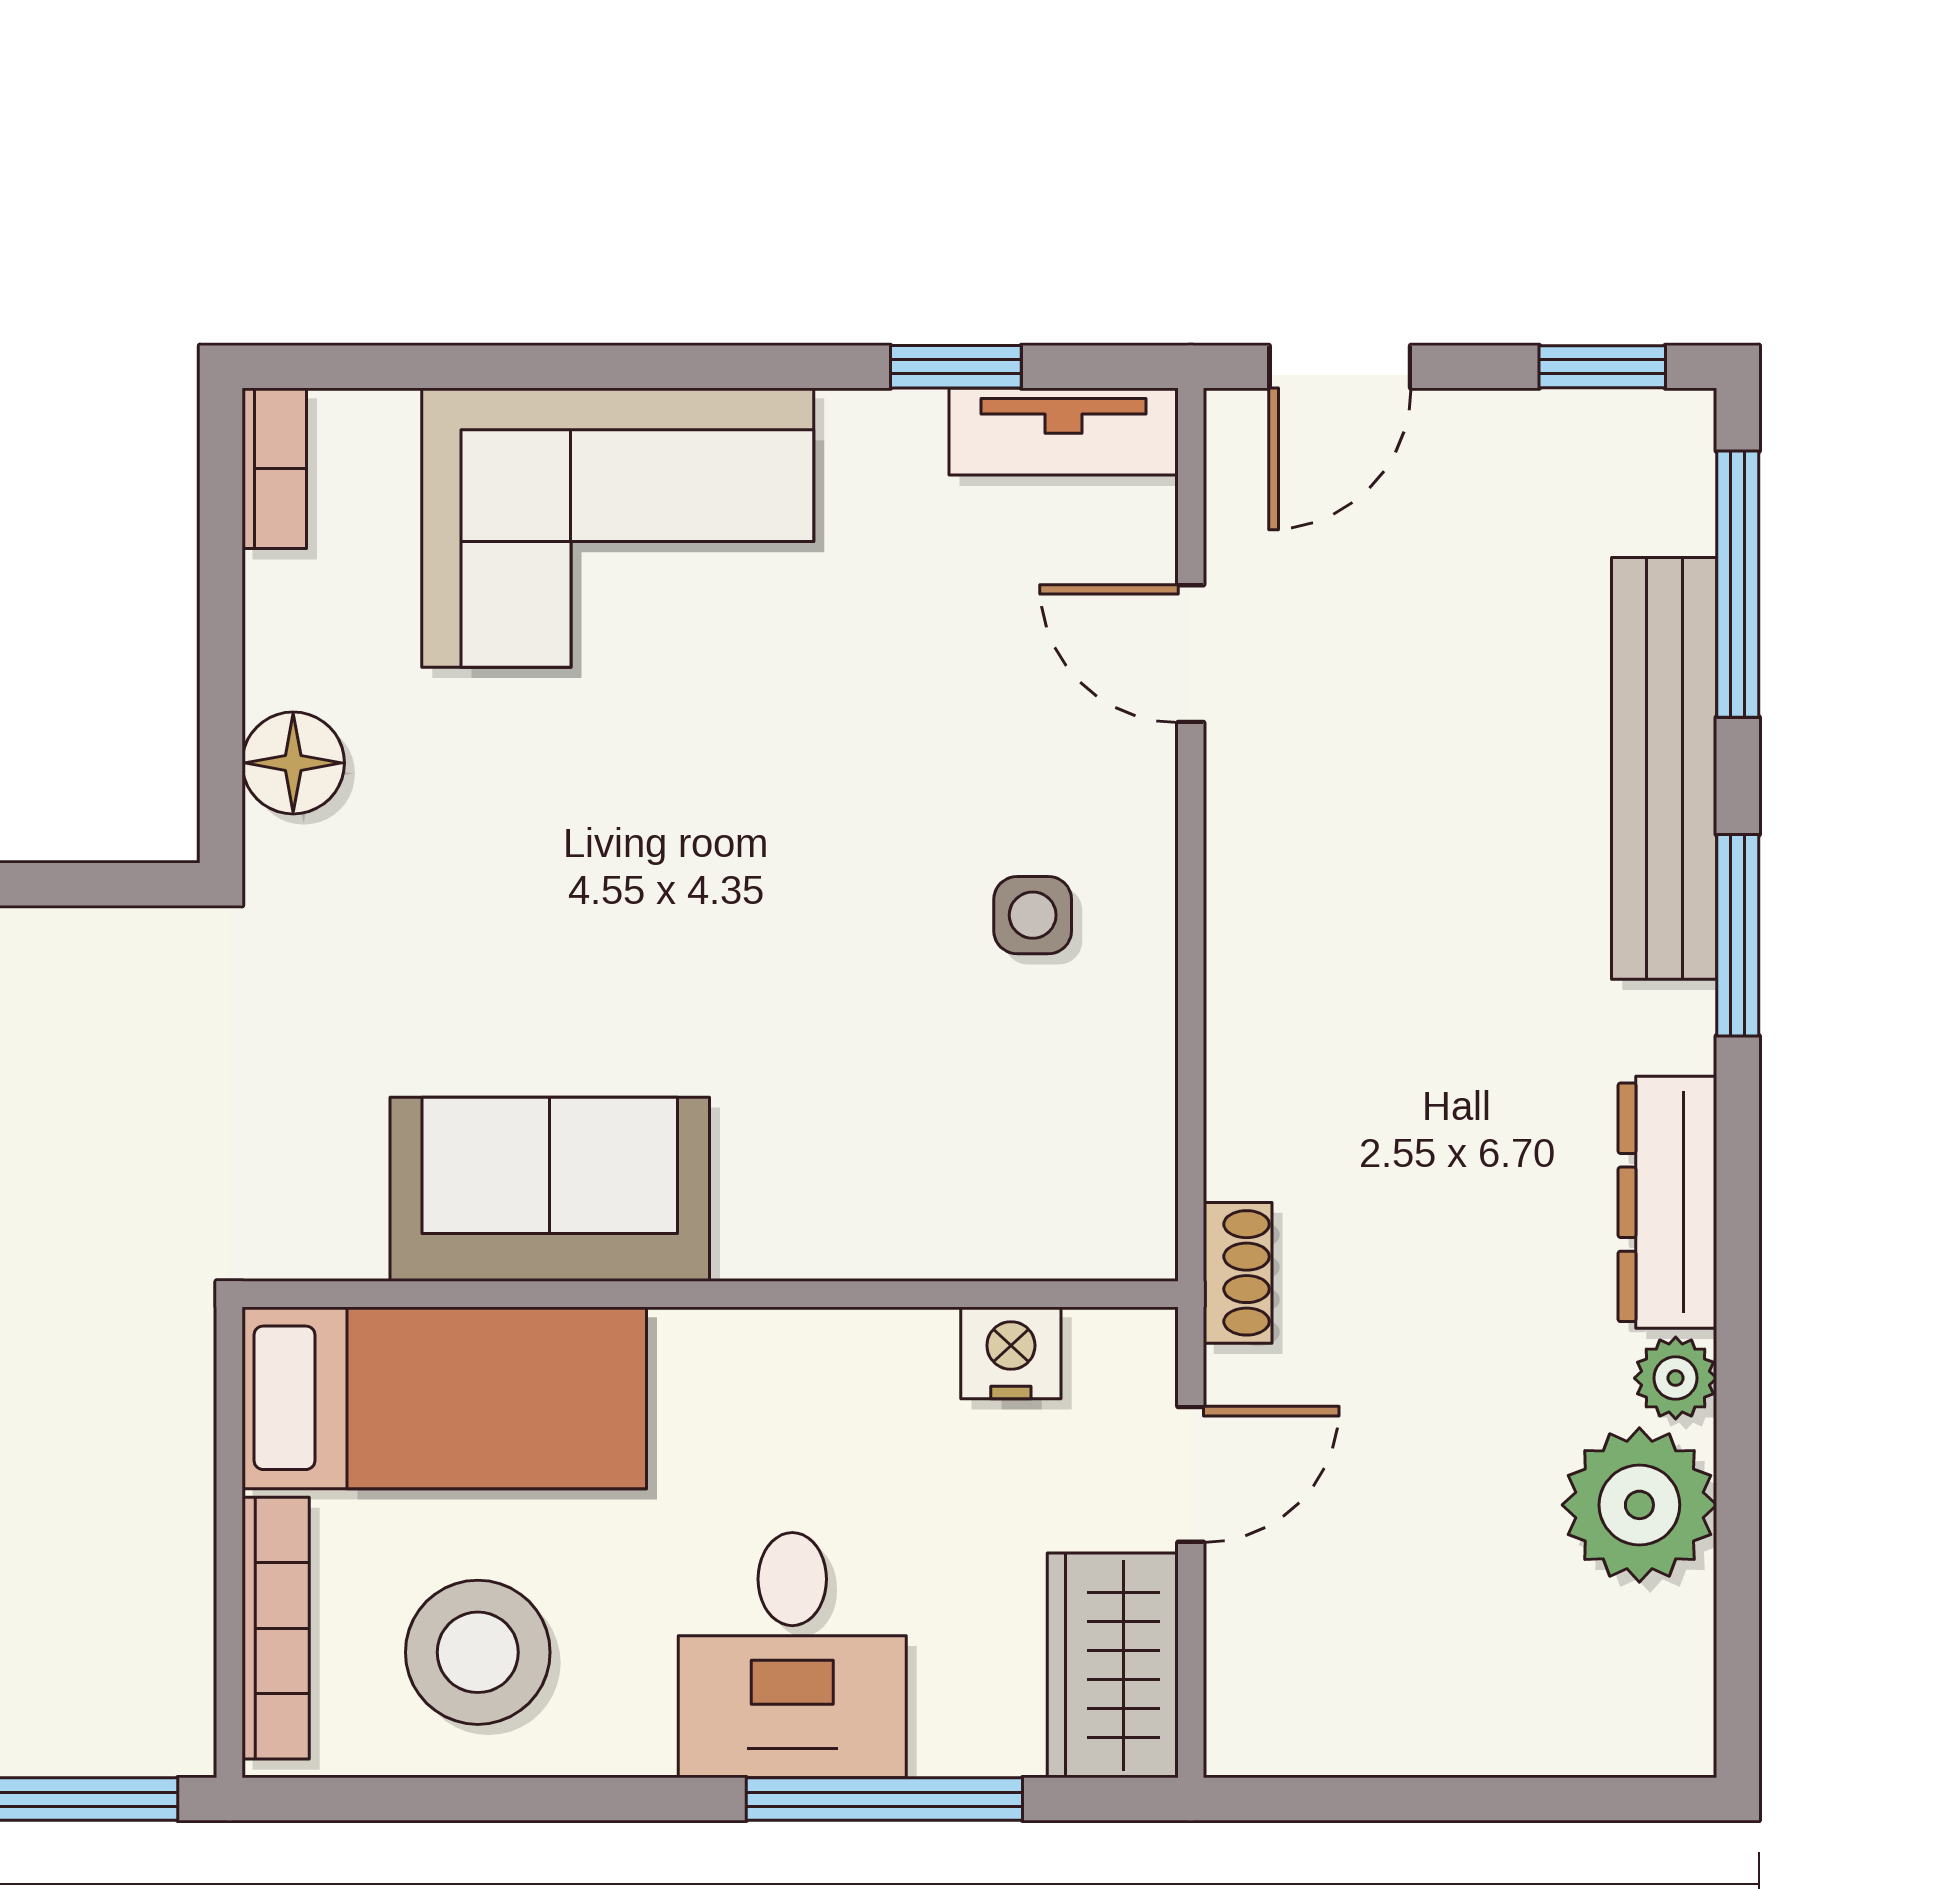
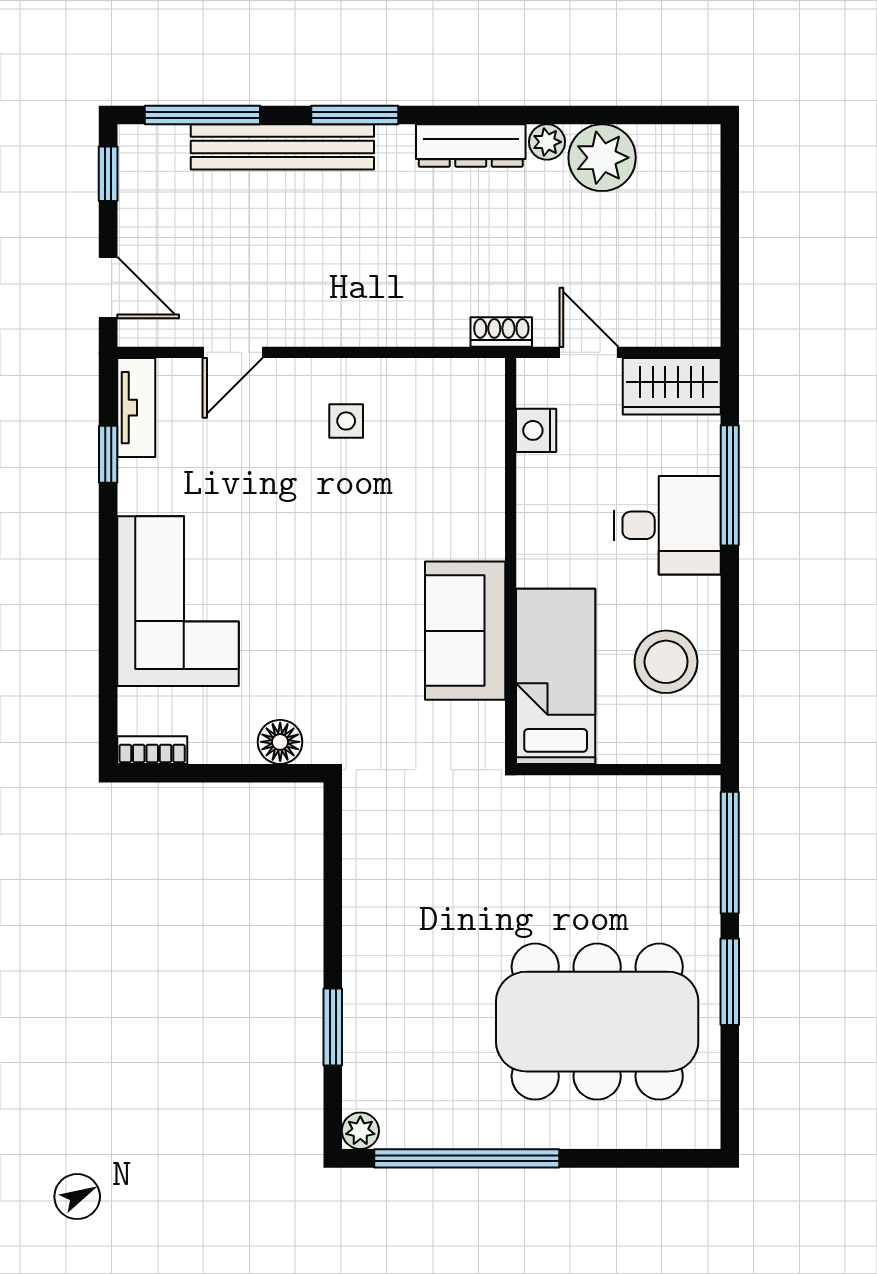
bookcase: (276, 1628) -> (656, 750), removed

